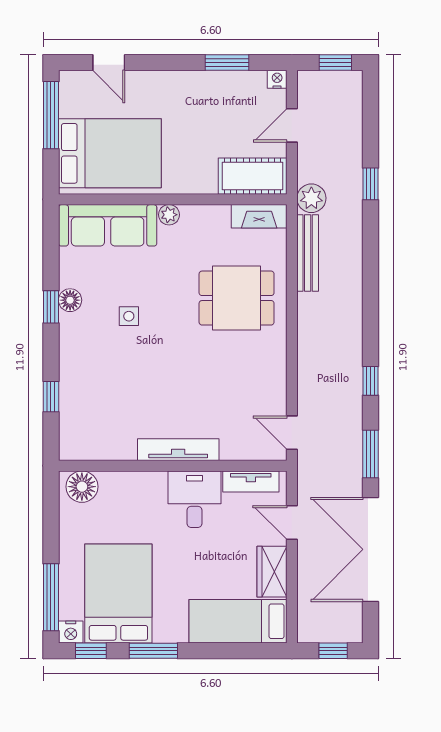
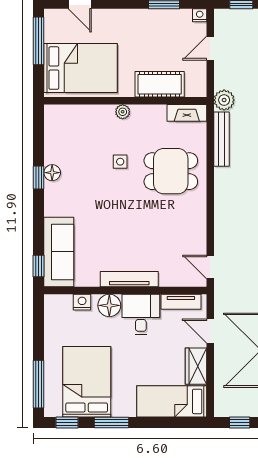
cot: (253, 176) -> (160, 84), moved
sofa: (108, 225) -> (59, 252), moved, turned -90
side table: (129, 316) -> (120, 162), moved
window: (51, 397) -> (39, 266), moved
floor lamp: (82, 487) -> (109, 305), moved
nightstand: (71, 632) -> (82, 302), moved, turned 180

